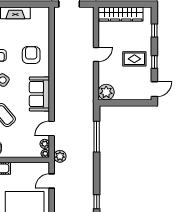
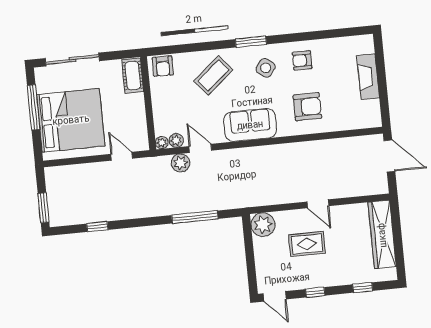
rug: (134, 59) -> (307, 244), moved, turned 90
plant: (60, 156) -> (181, 163), moved

